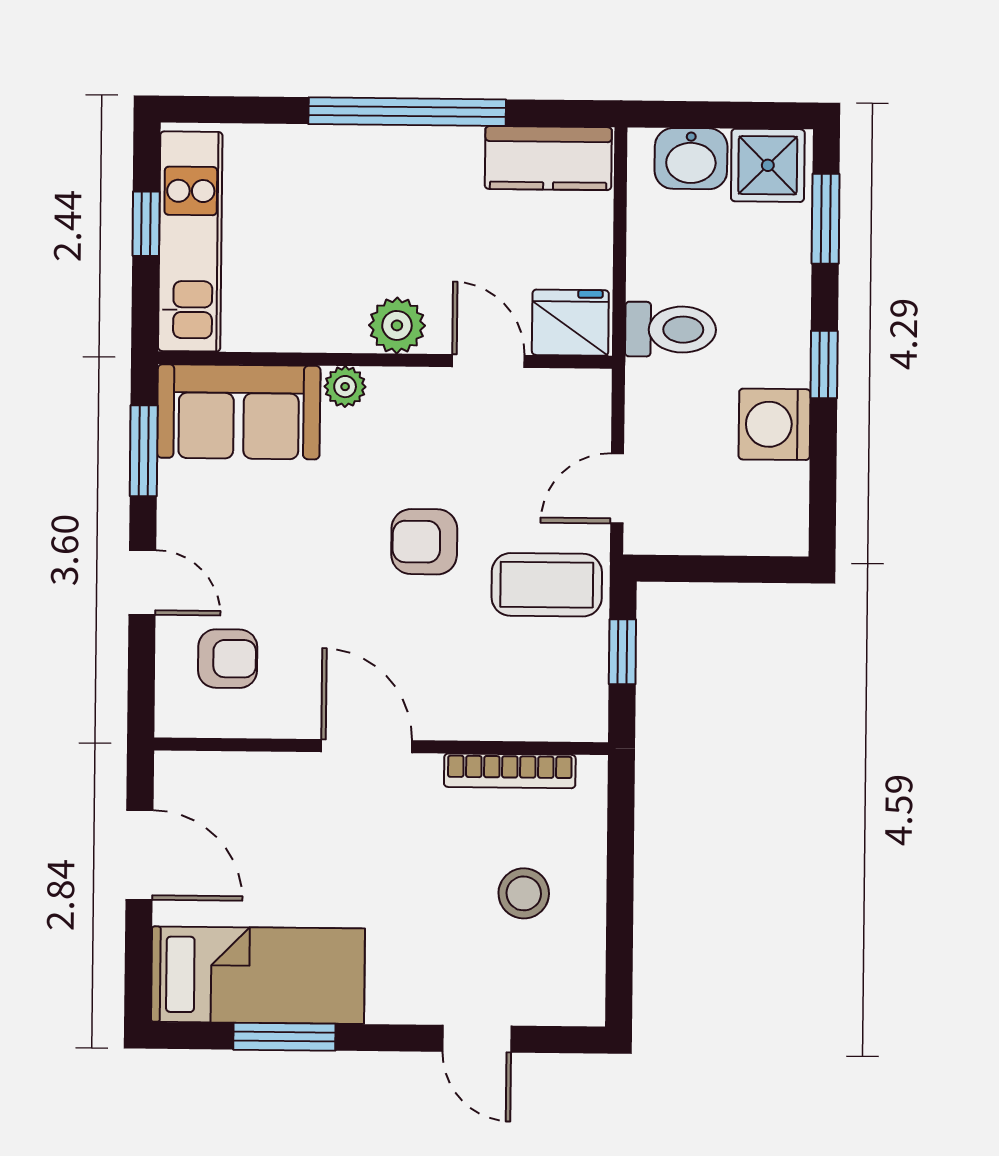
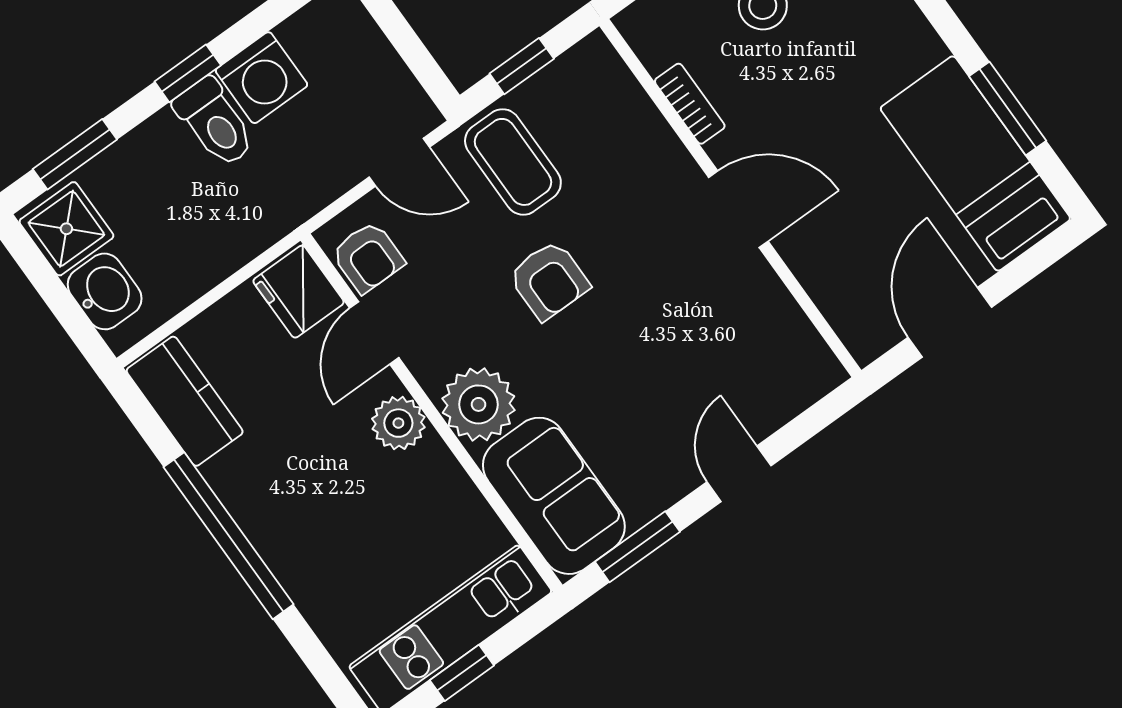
toilet: (671, 329) -> (215, 123), moved, turned 180
plant: (345, 387) -> (479, 404), width x1.88, depth x1.88
armchair: (228, 659) -> (368, 257), moved, turned 180
door: (367, 746) -> (738, 209), swing flipped
bookcase: (510, 771) -> (690, 104), width x0.64

